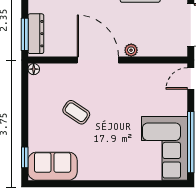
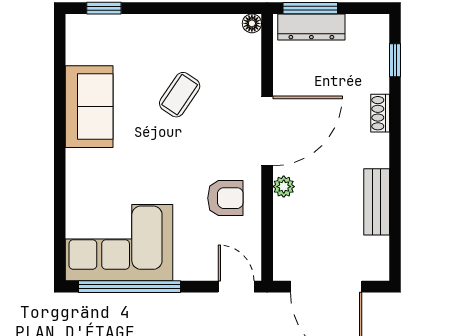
armchair: (138, 85) -> (225, 198), added
sofa: (53, 166) -> (89, 107), moved

